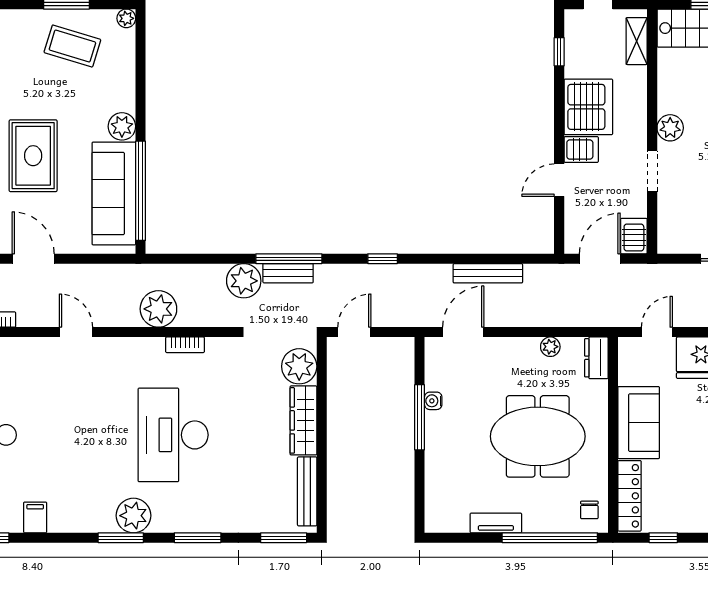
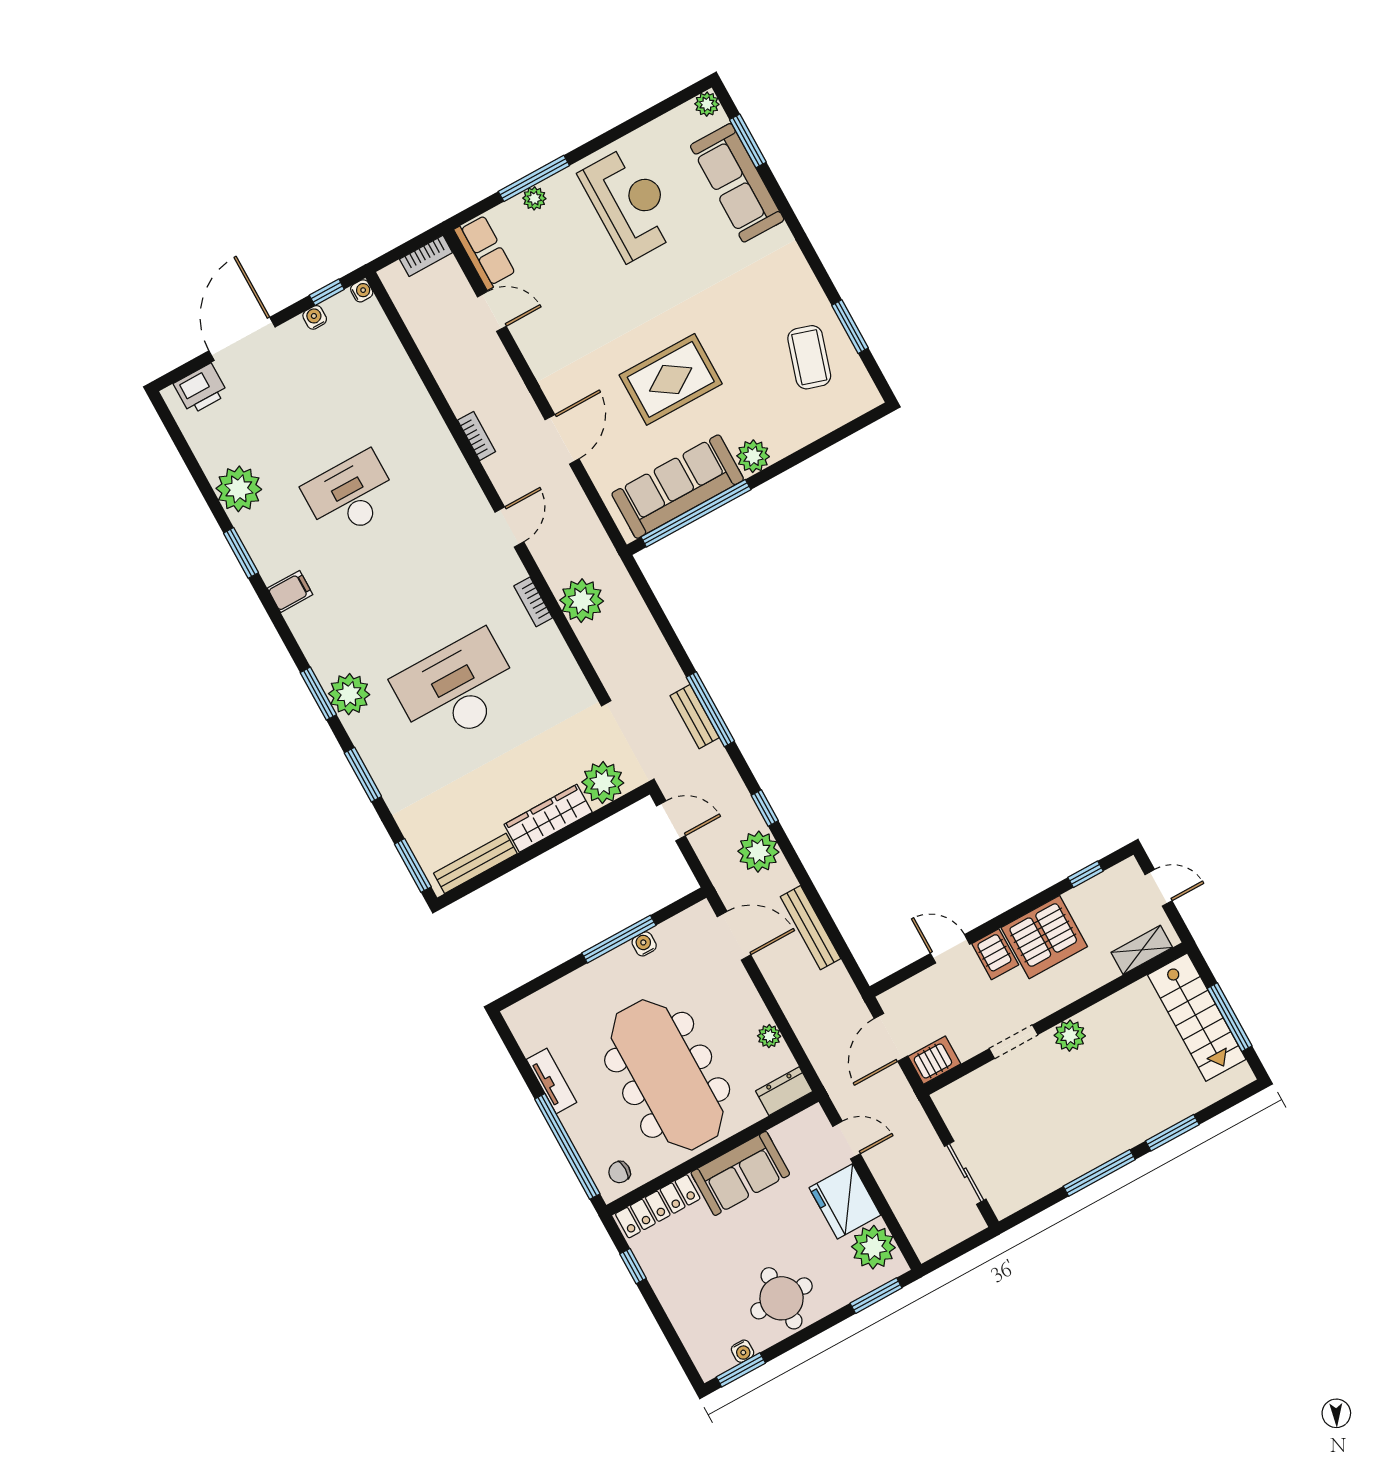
plant: (126, 18) -> (870, 398), removed
door: (600, 259) -> (891, 1037), swing flipped
plant: (244, 281) -> (758, 852), moved
bookcase: (185, 345) -> (533, 602), moved
meeting table: (538, 436) -> (667, 1075), width x1.36

